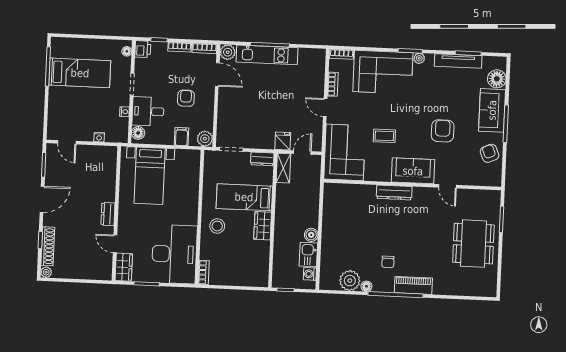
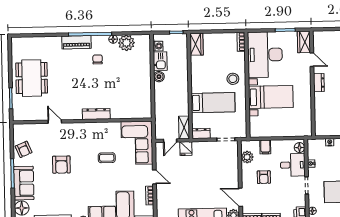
plant: (205, 139) -> (247, 157), moved
sofa: (413, 171) -> (83, 132), removed
bed with nightstands: (150, 176) -> (271, 97), moved, turned 90
wardrobe: (263, 226) -> (197, 44), moved

